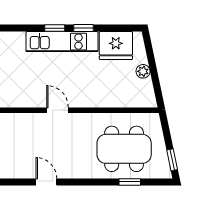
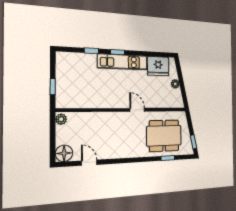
window: (83, 28) -> (91, 51), moved
door: (57, 110) -> (137, 110), moved
door: (46, 182) -> (89, 163), moved

